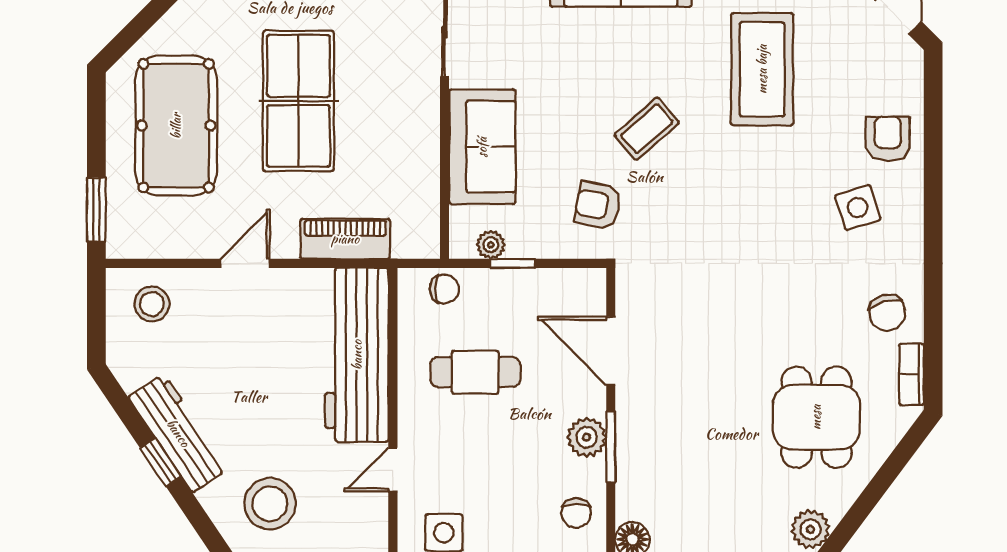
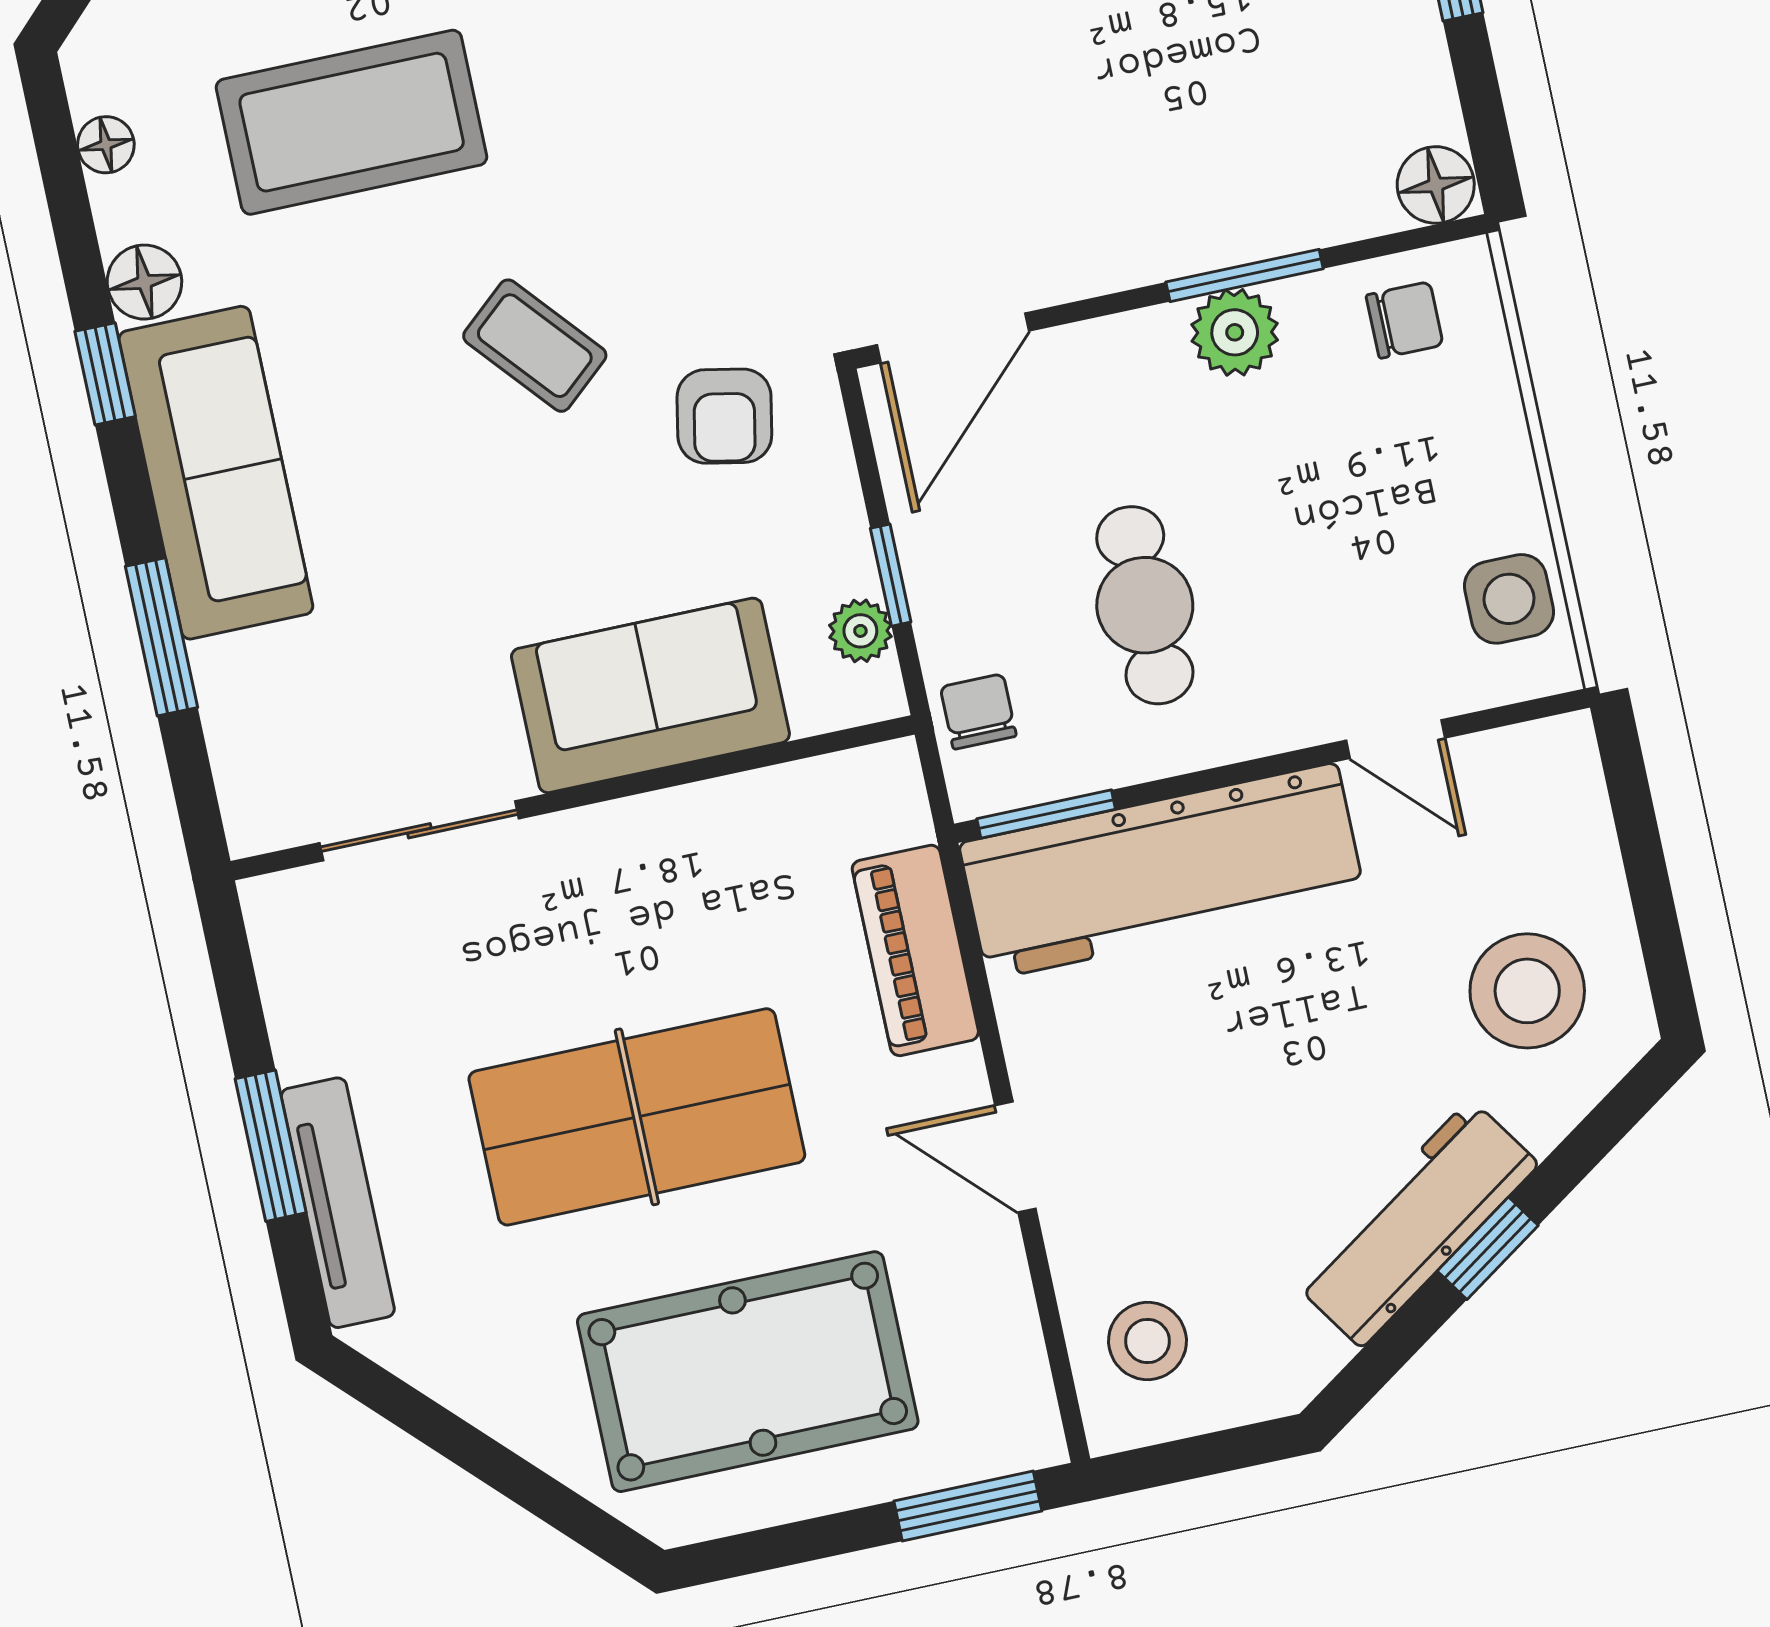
window: (393, 309) -> (1046, 814), added
door: (611, 351) -> (953, 338), moved

